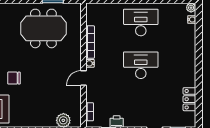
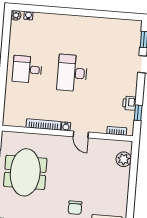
desk: (141, 22) -> (27, 69), width x0.73
locker: (189, 99) -> (112, 25), removed

